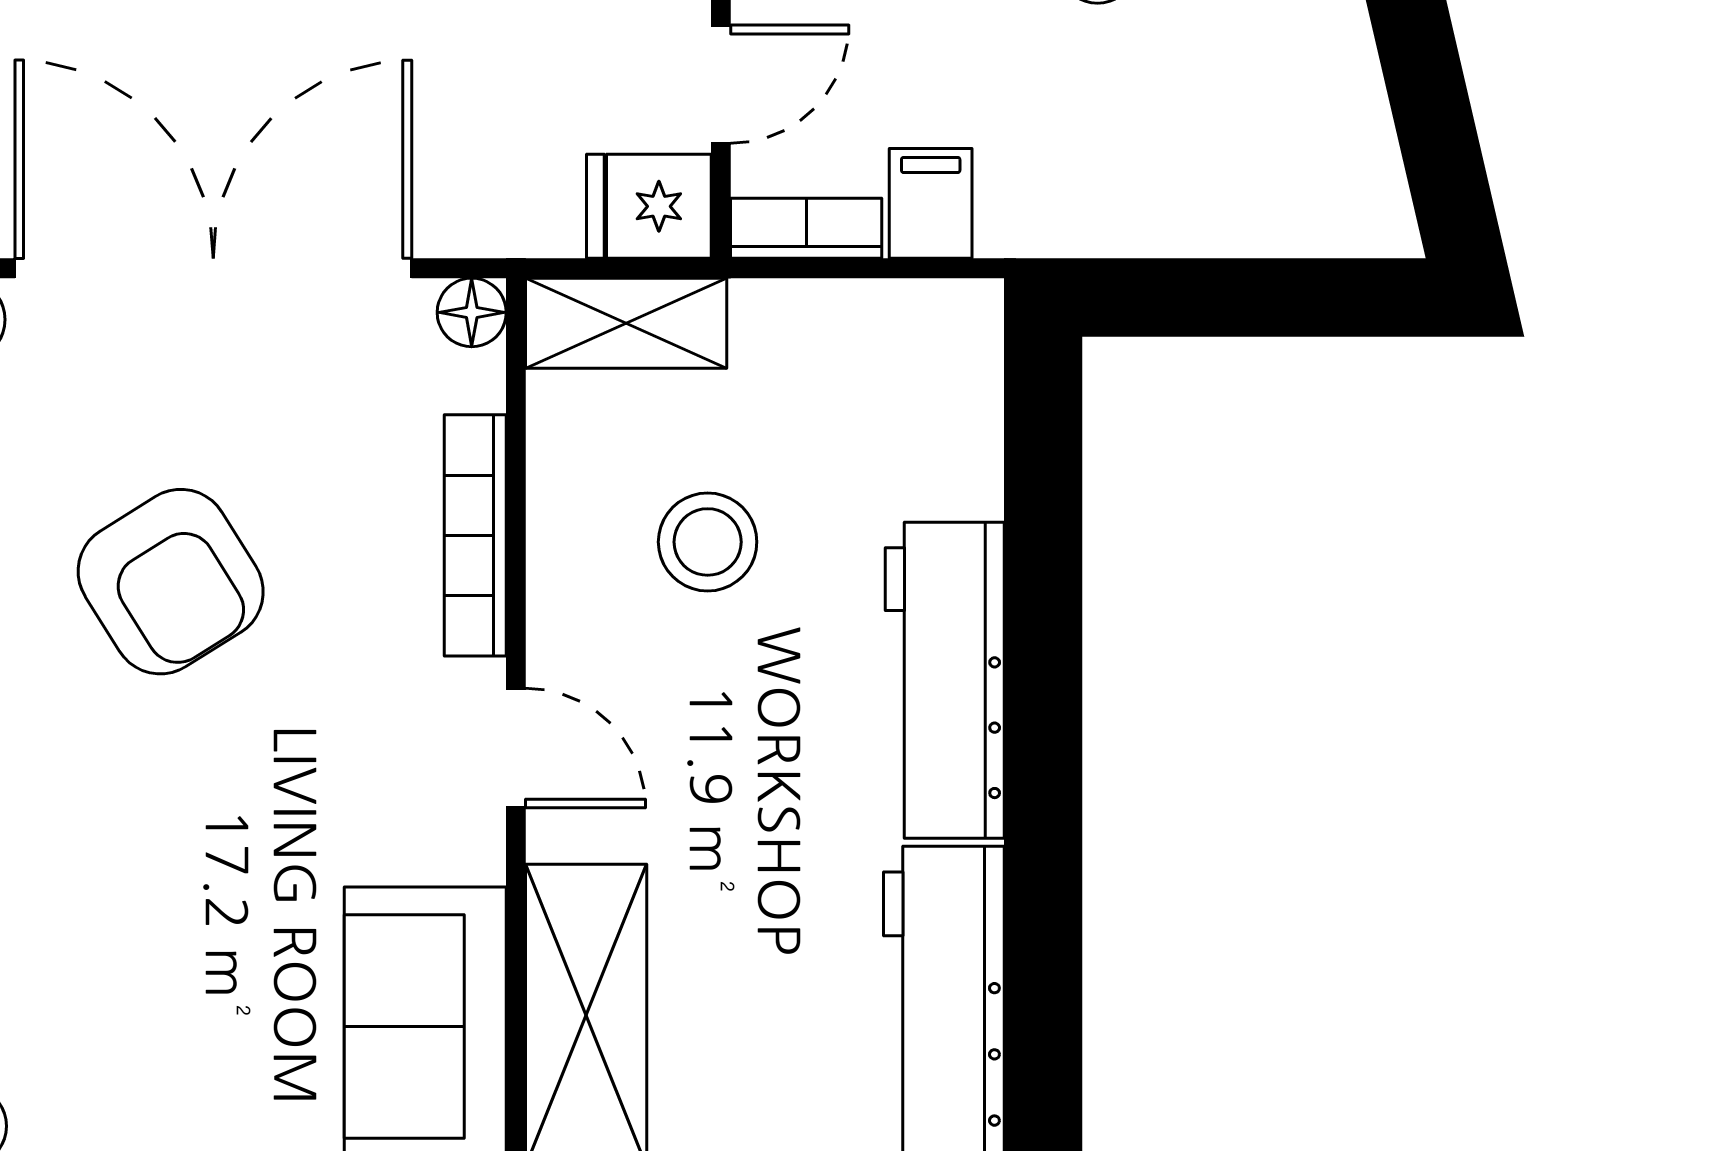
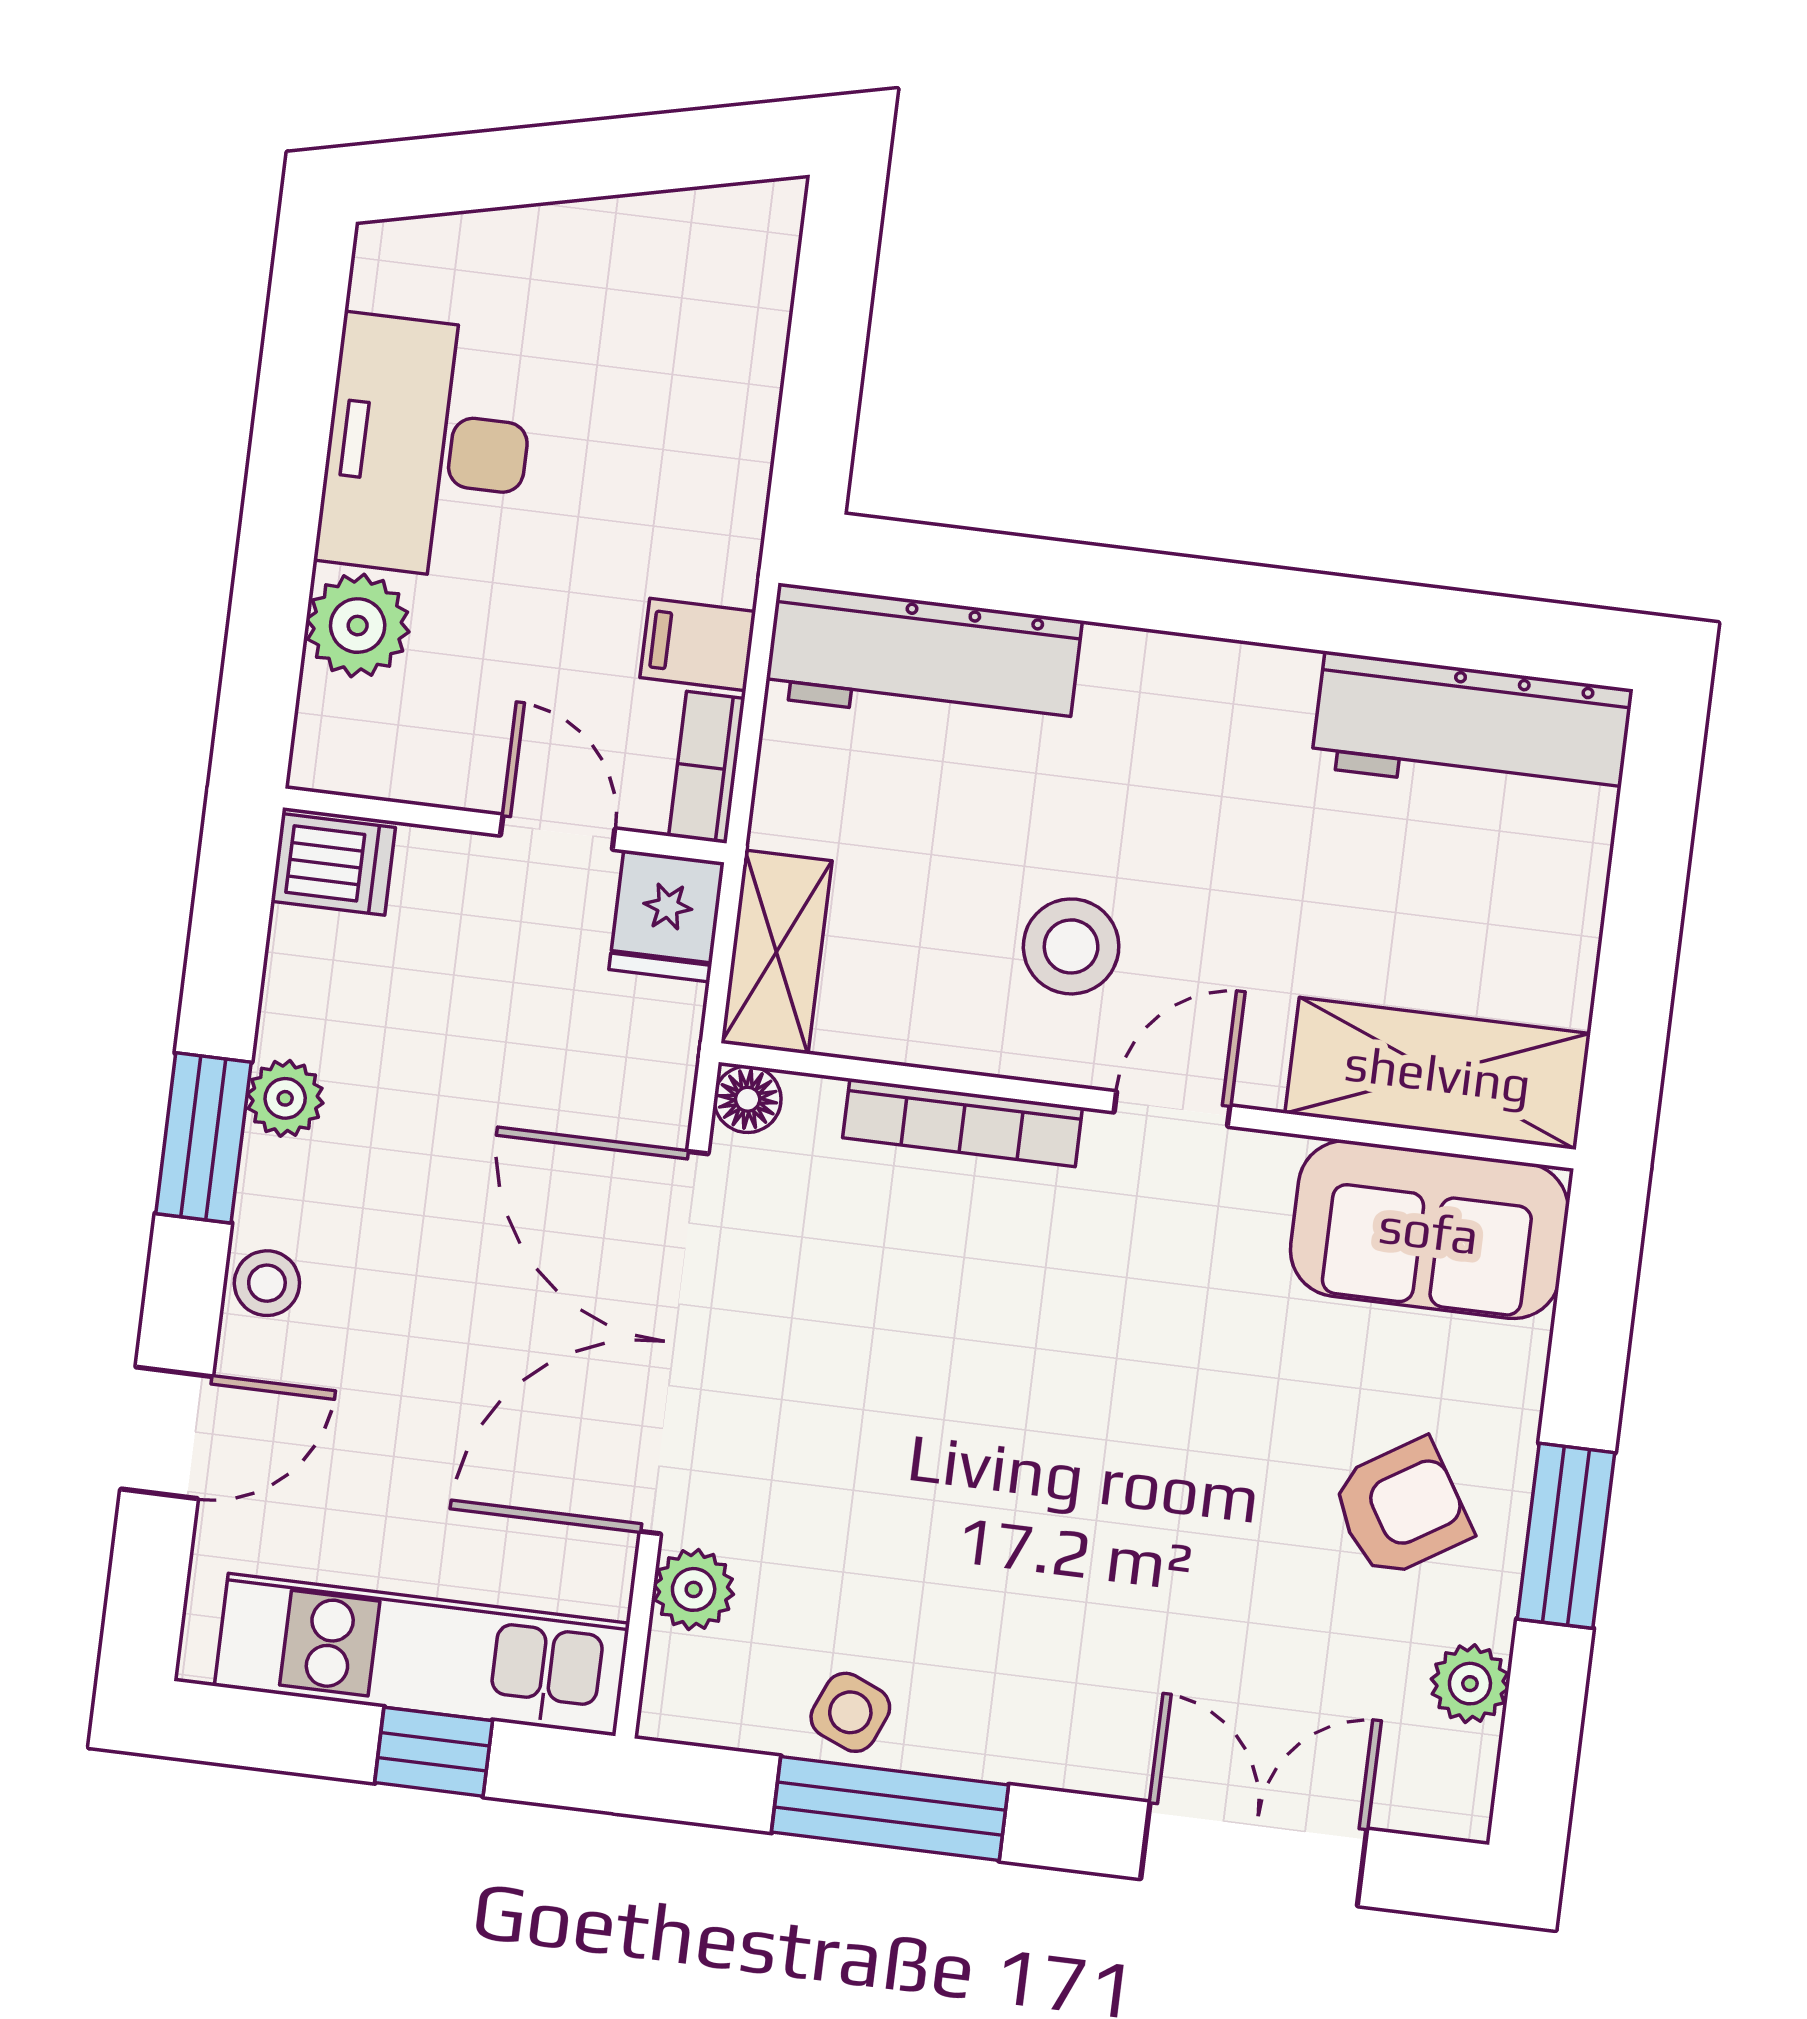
stool: (708, 542) -> (1071, 946), moved
armchair: (171, 582) -> (1401, 1509), moved, width x0.72, depth x0.72
workbench: (945, 680) -> (923, 659), moved

